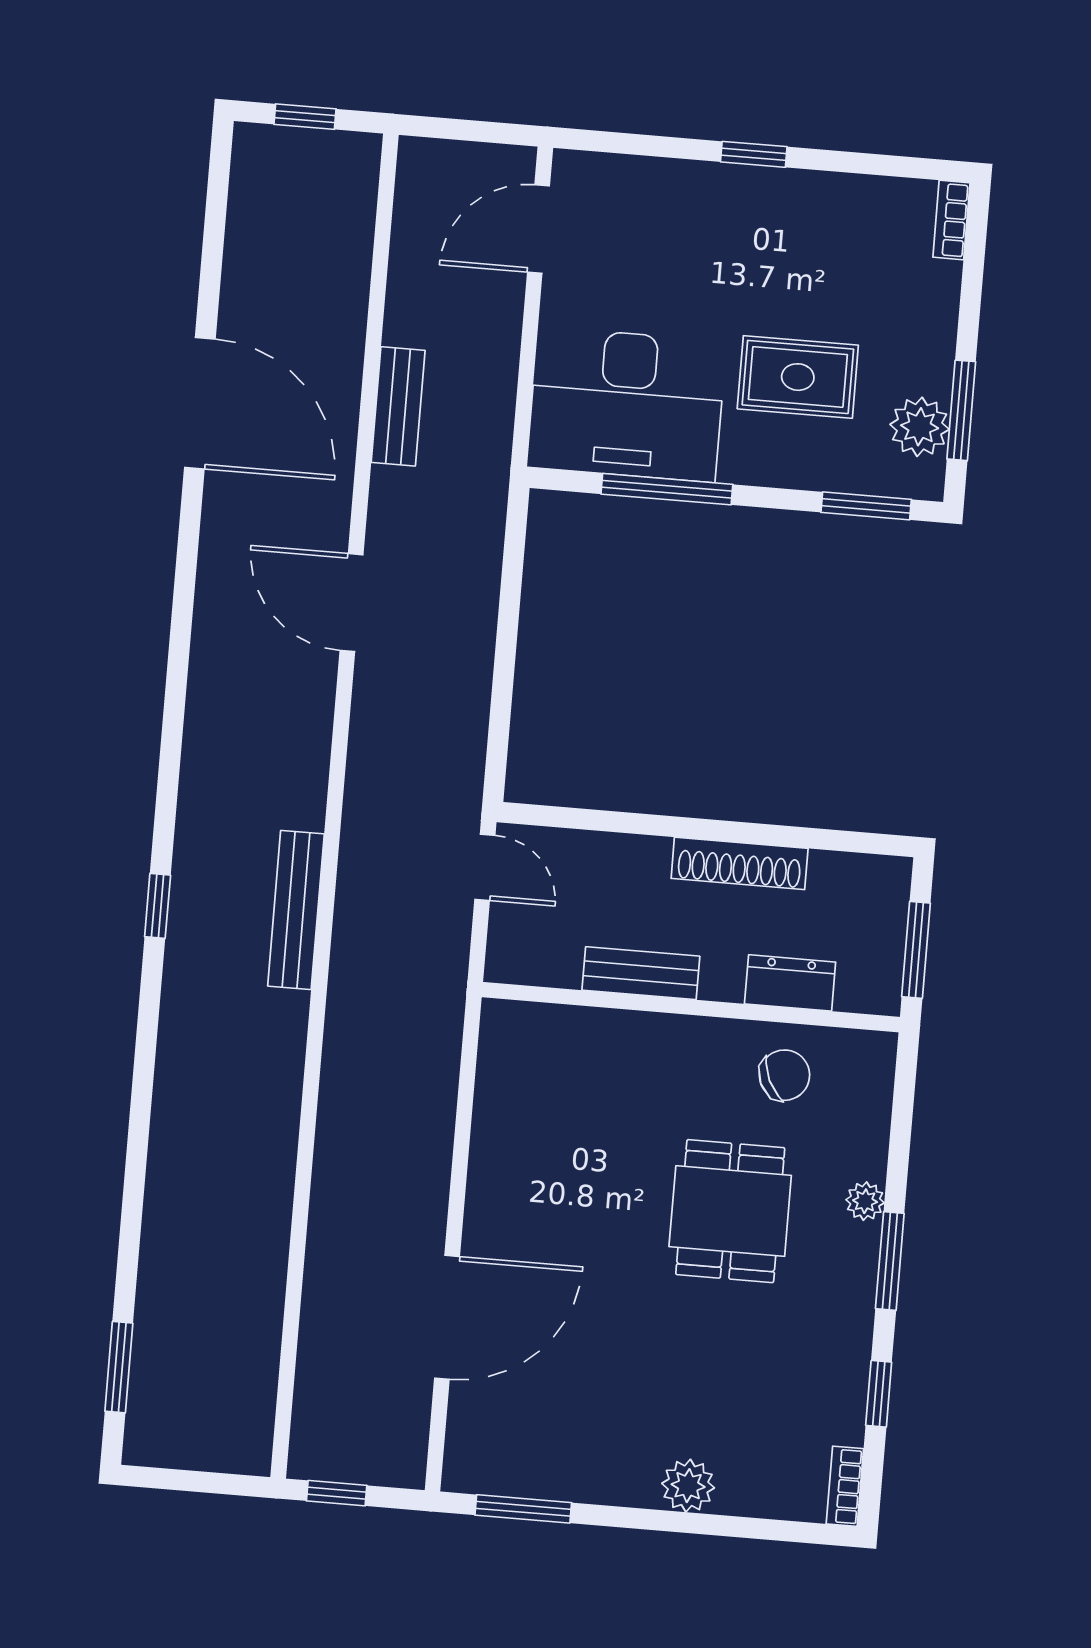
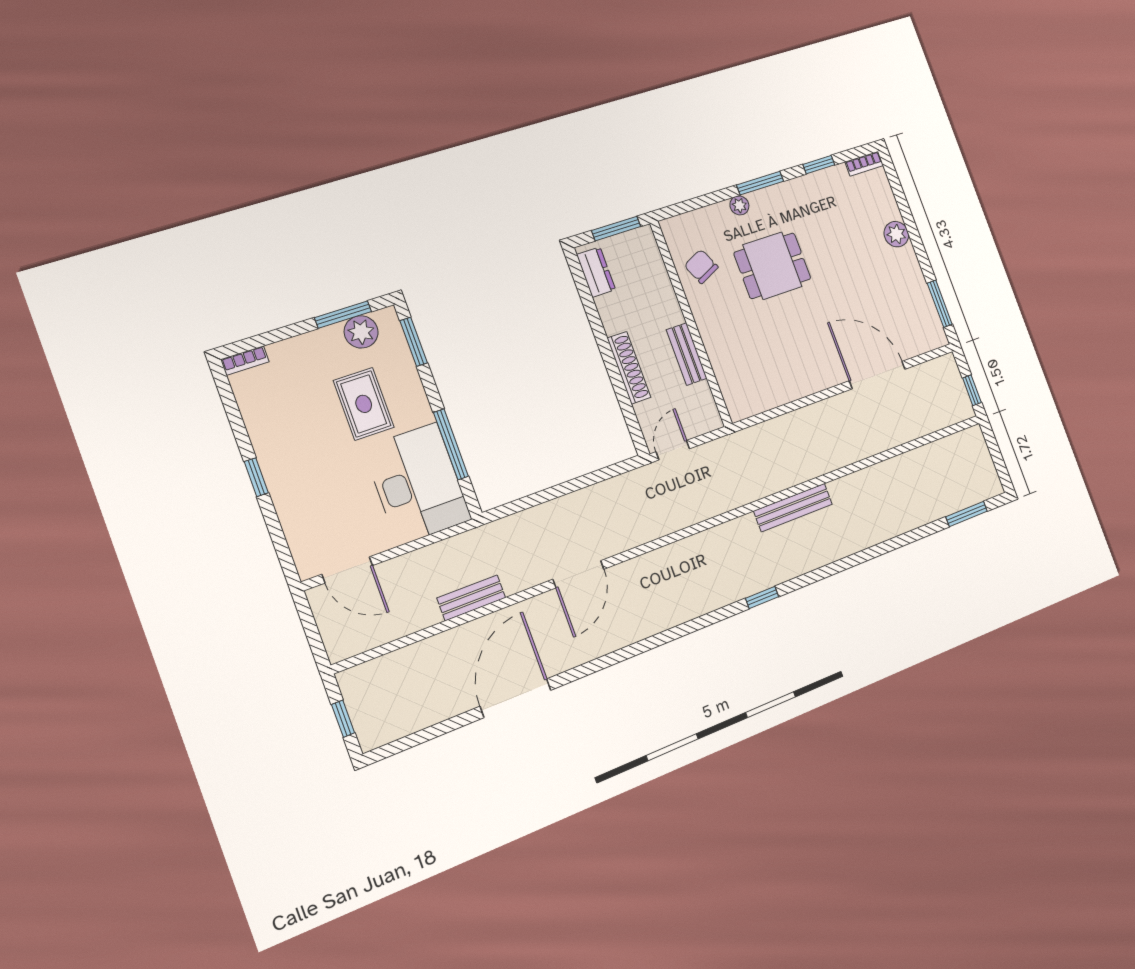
shoe rack: (740, 863) -> (629, 368), moved
bench: (296, 910) -> (793, 508), moved
dresser: (790, 983) -> (596, 272), moved, turned 180

